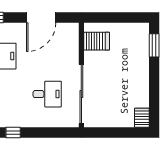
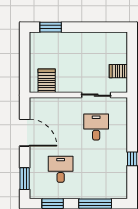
sliding door: (81, 94) -> (96, 95), width x0.54
server rack: (142, 118) -> (118, 71), moved

